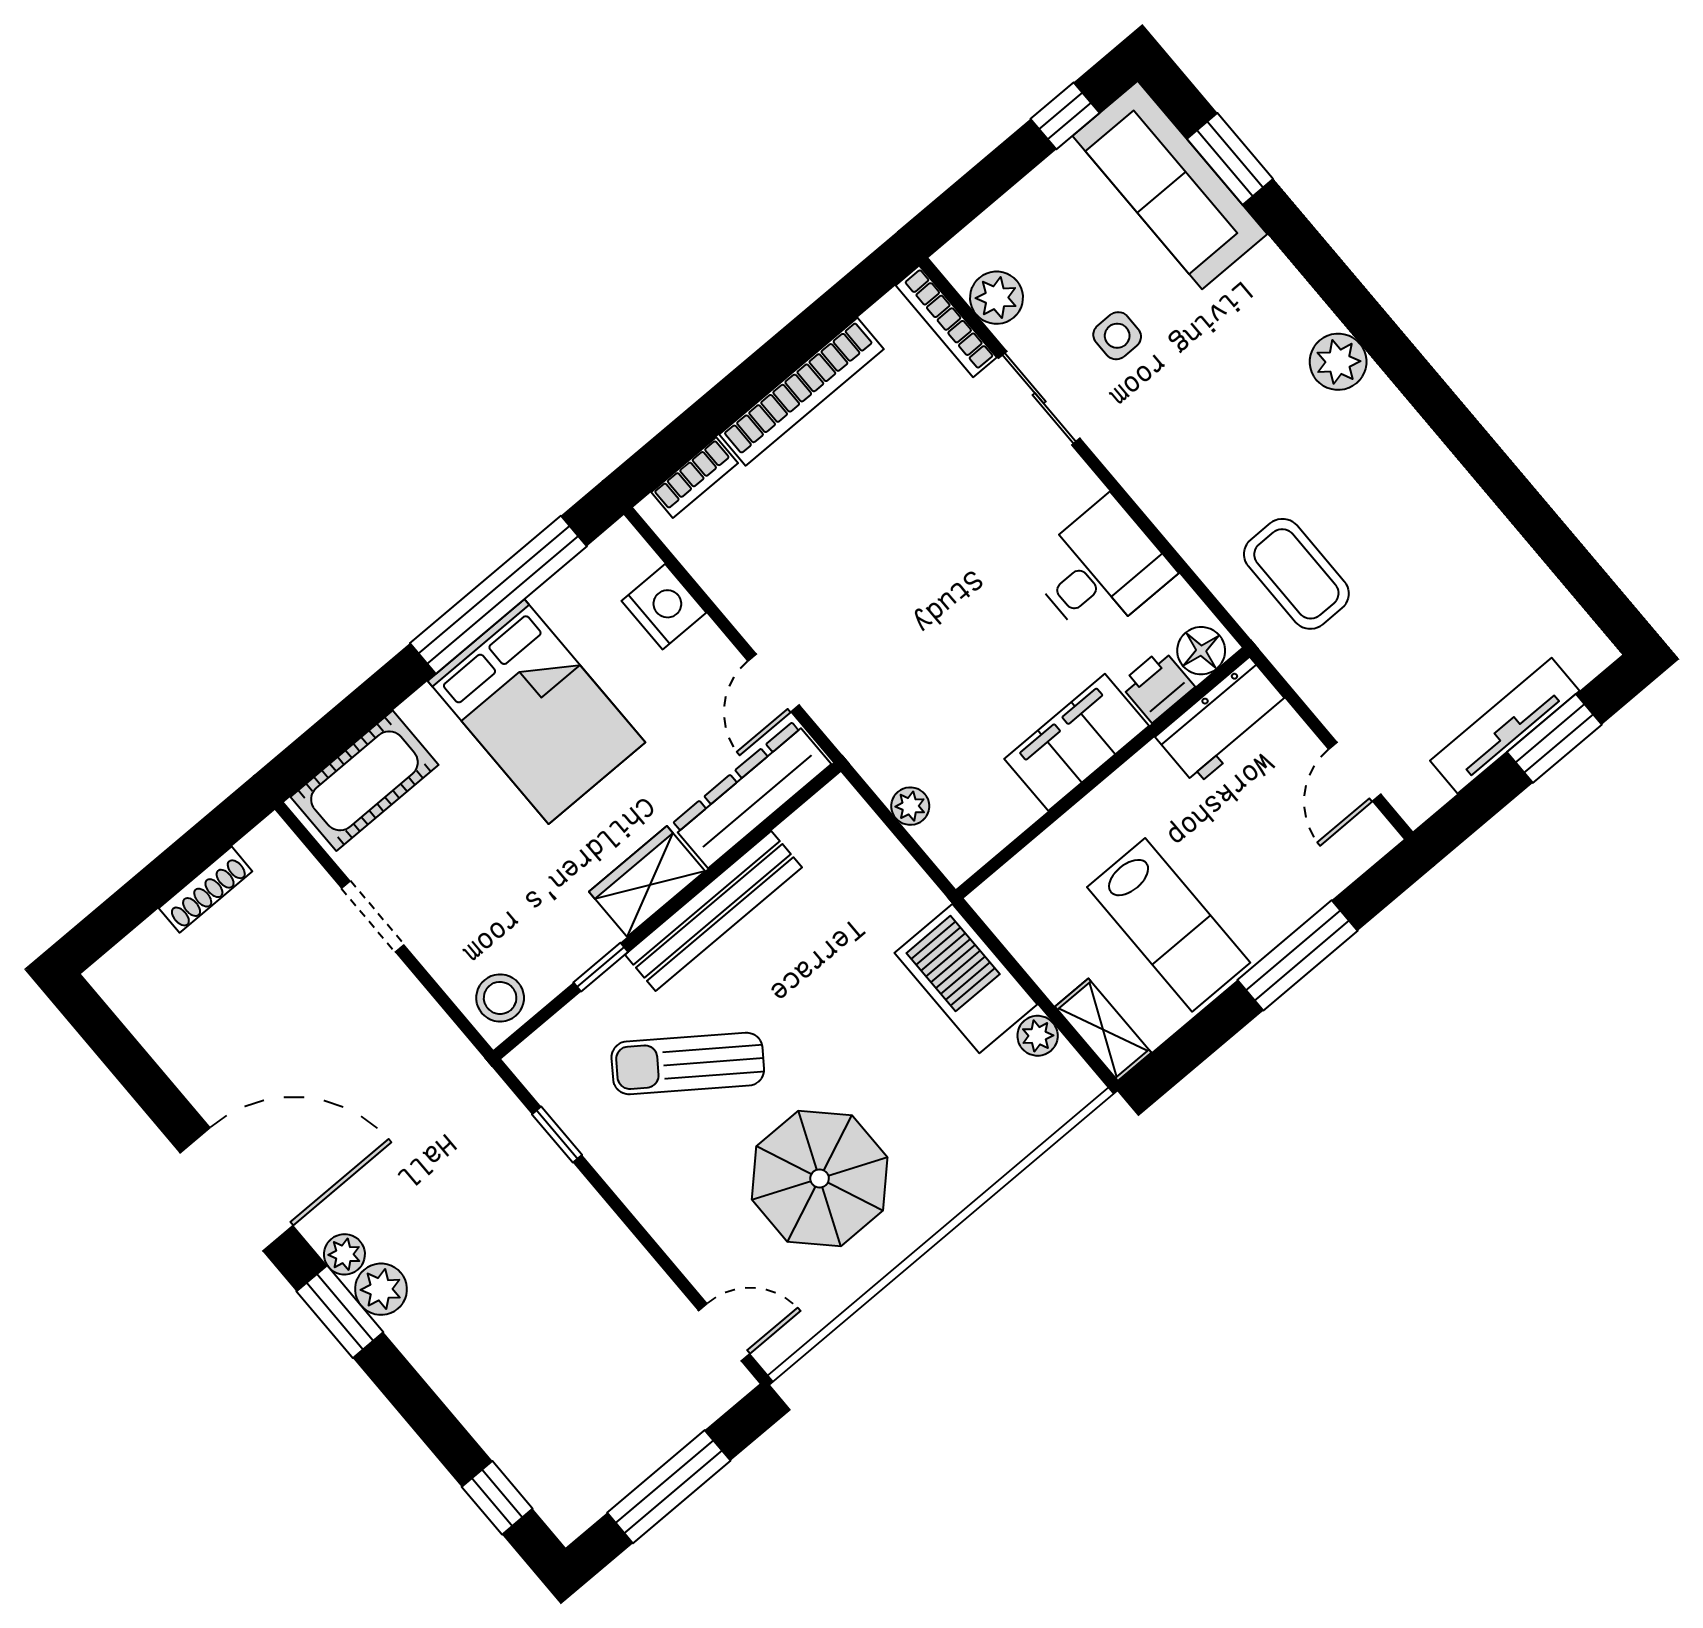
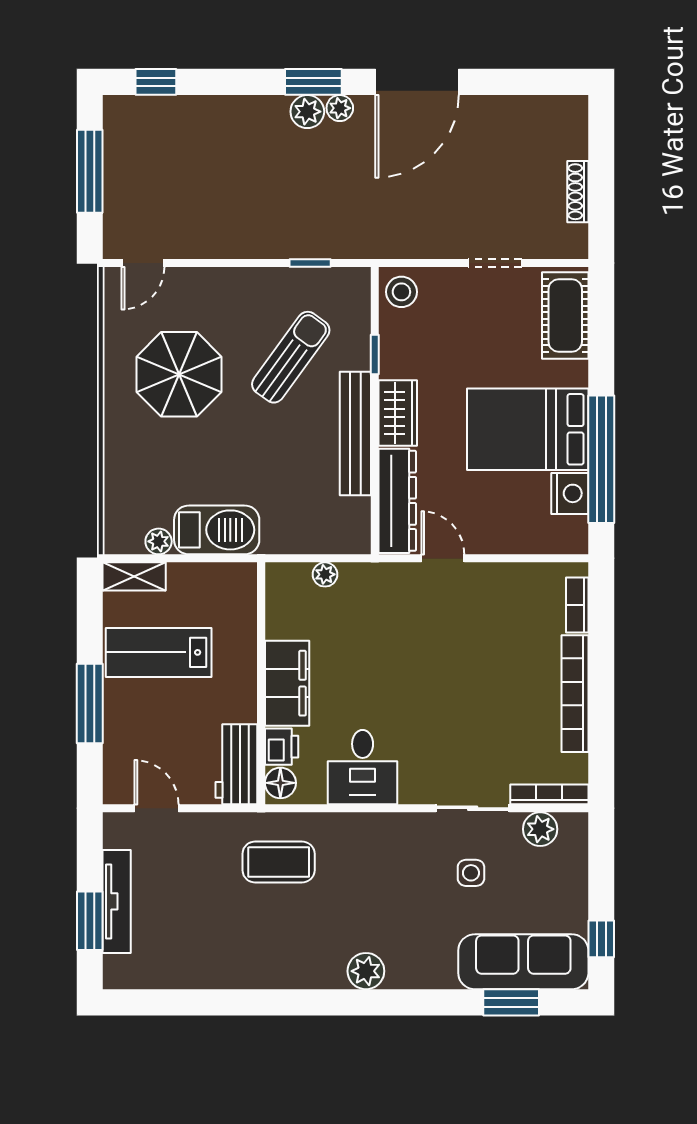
nightstand: (664, 607) -> (570, 493), moved, turned -90

